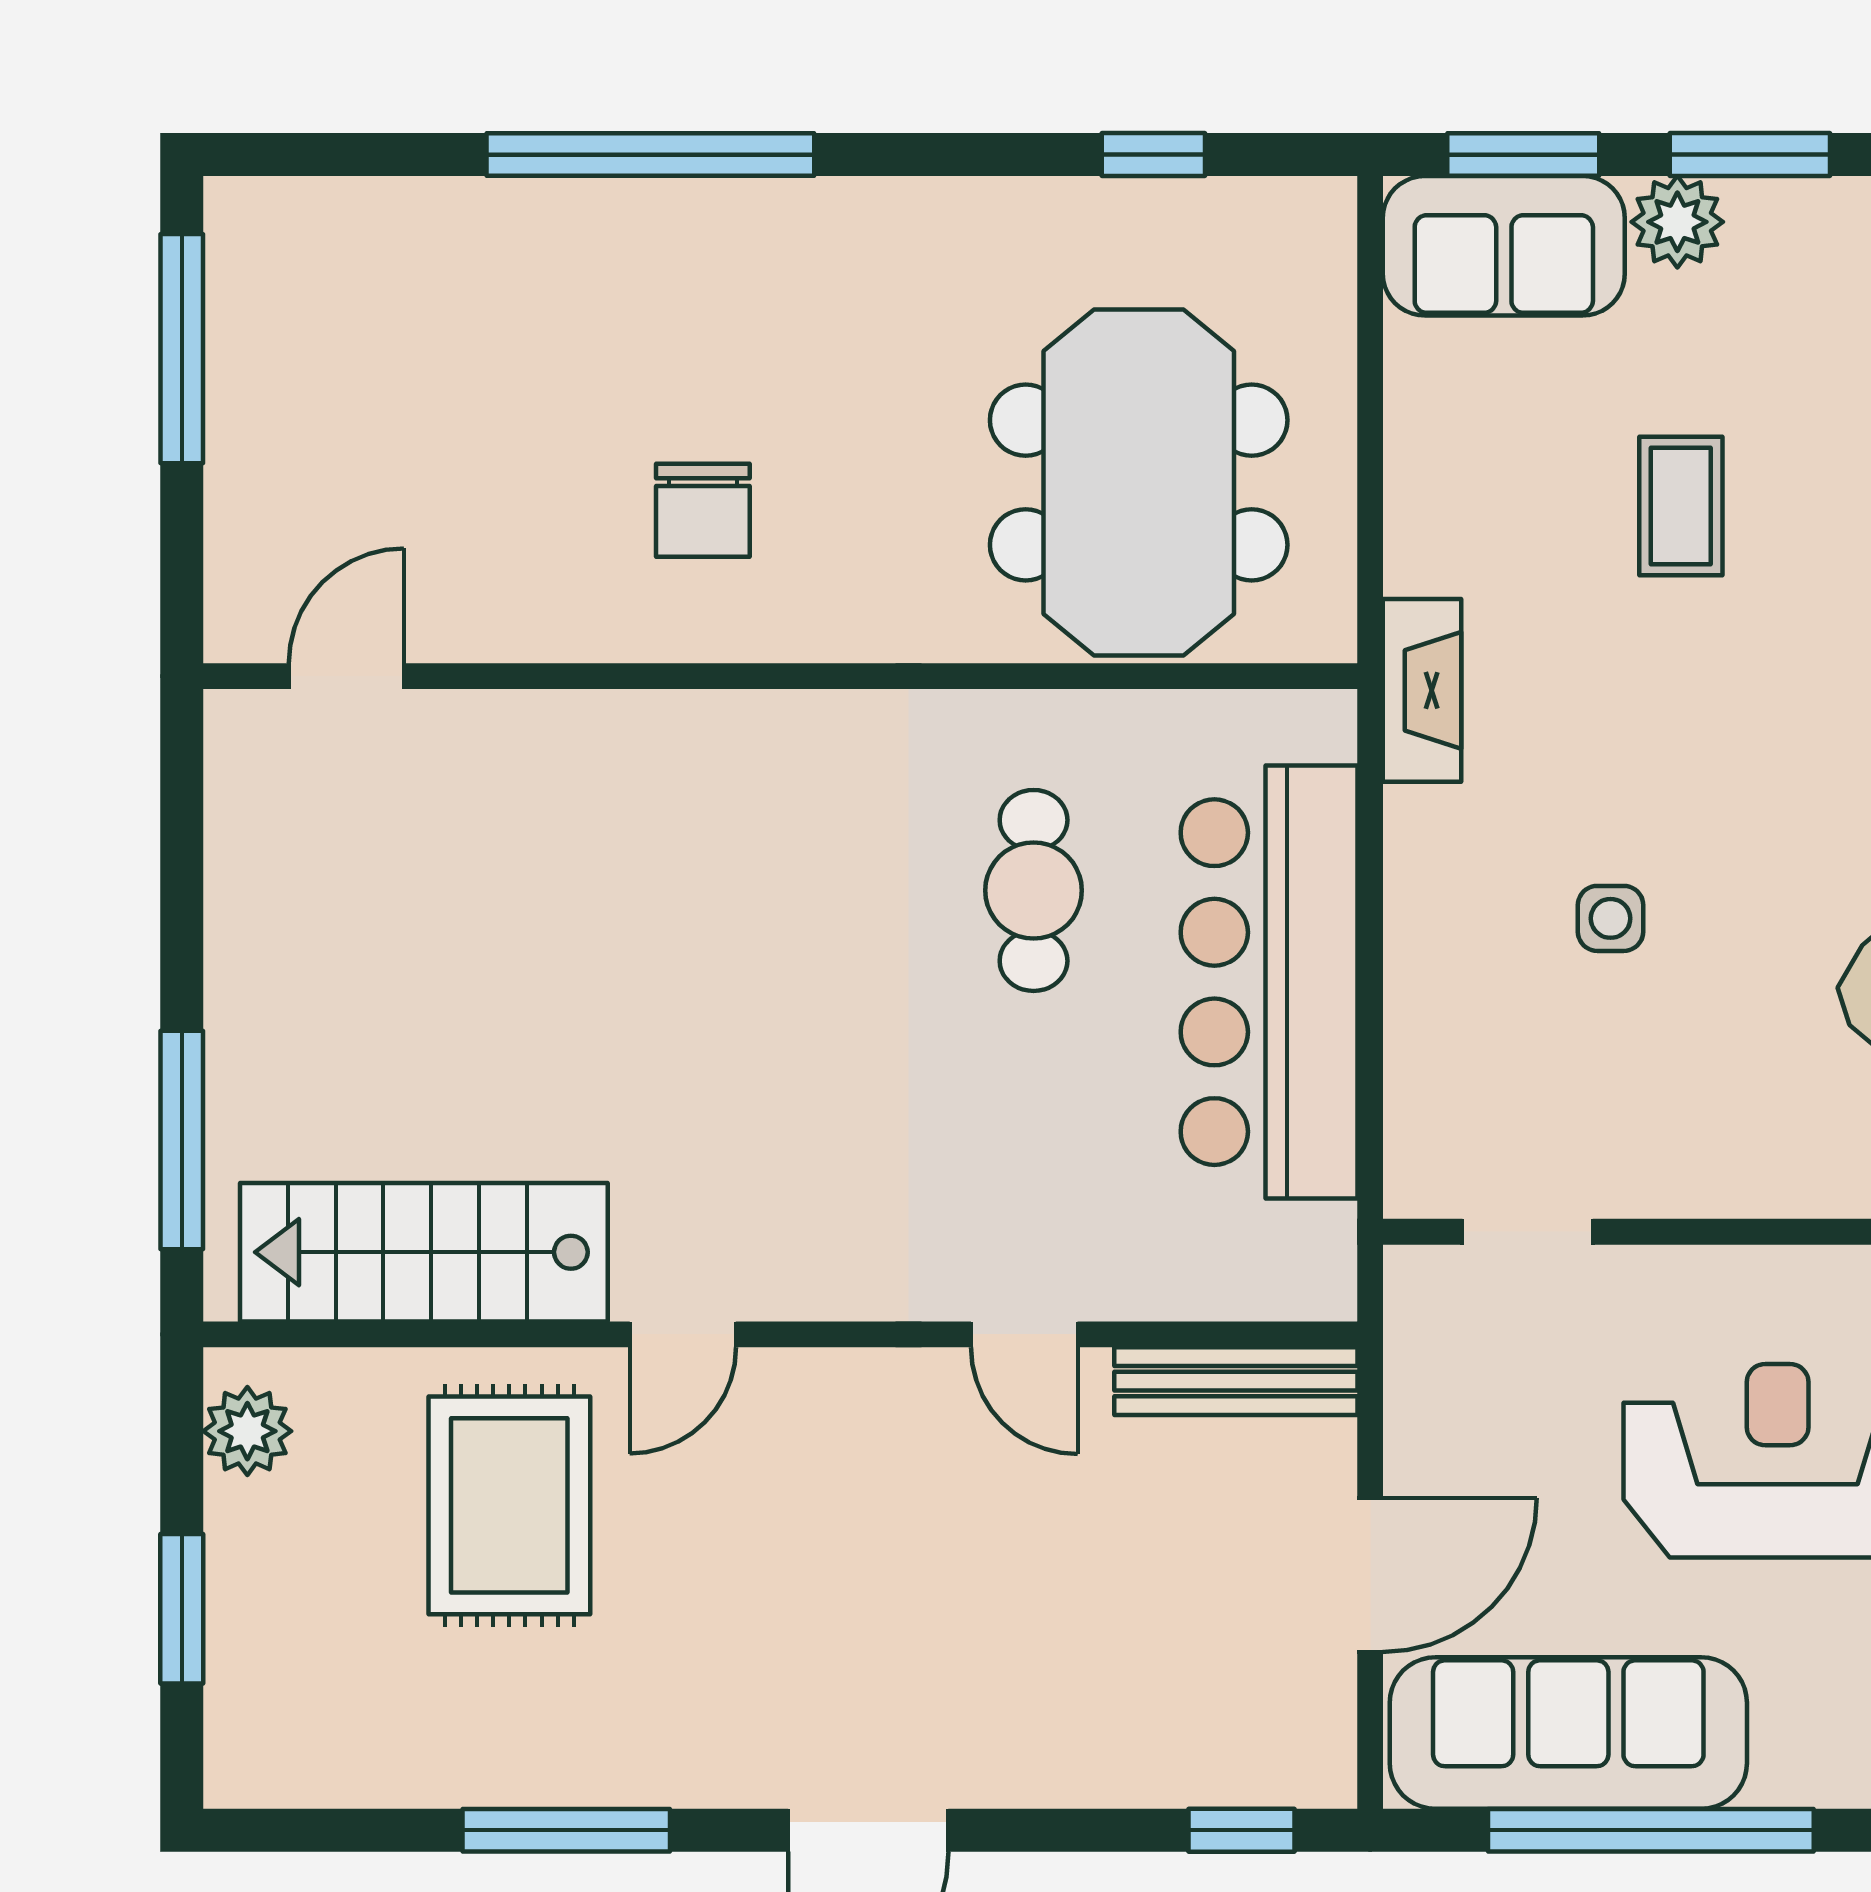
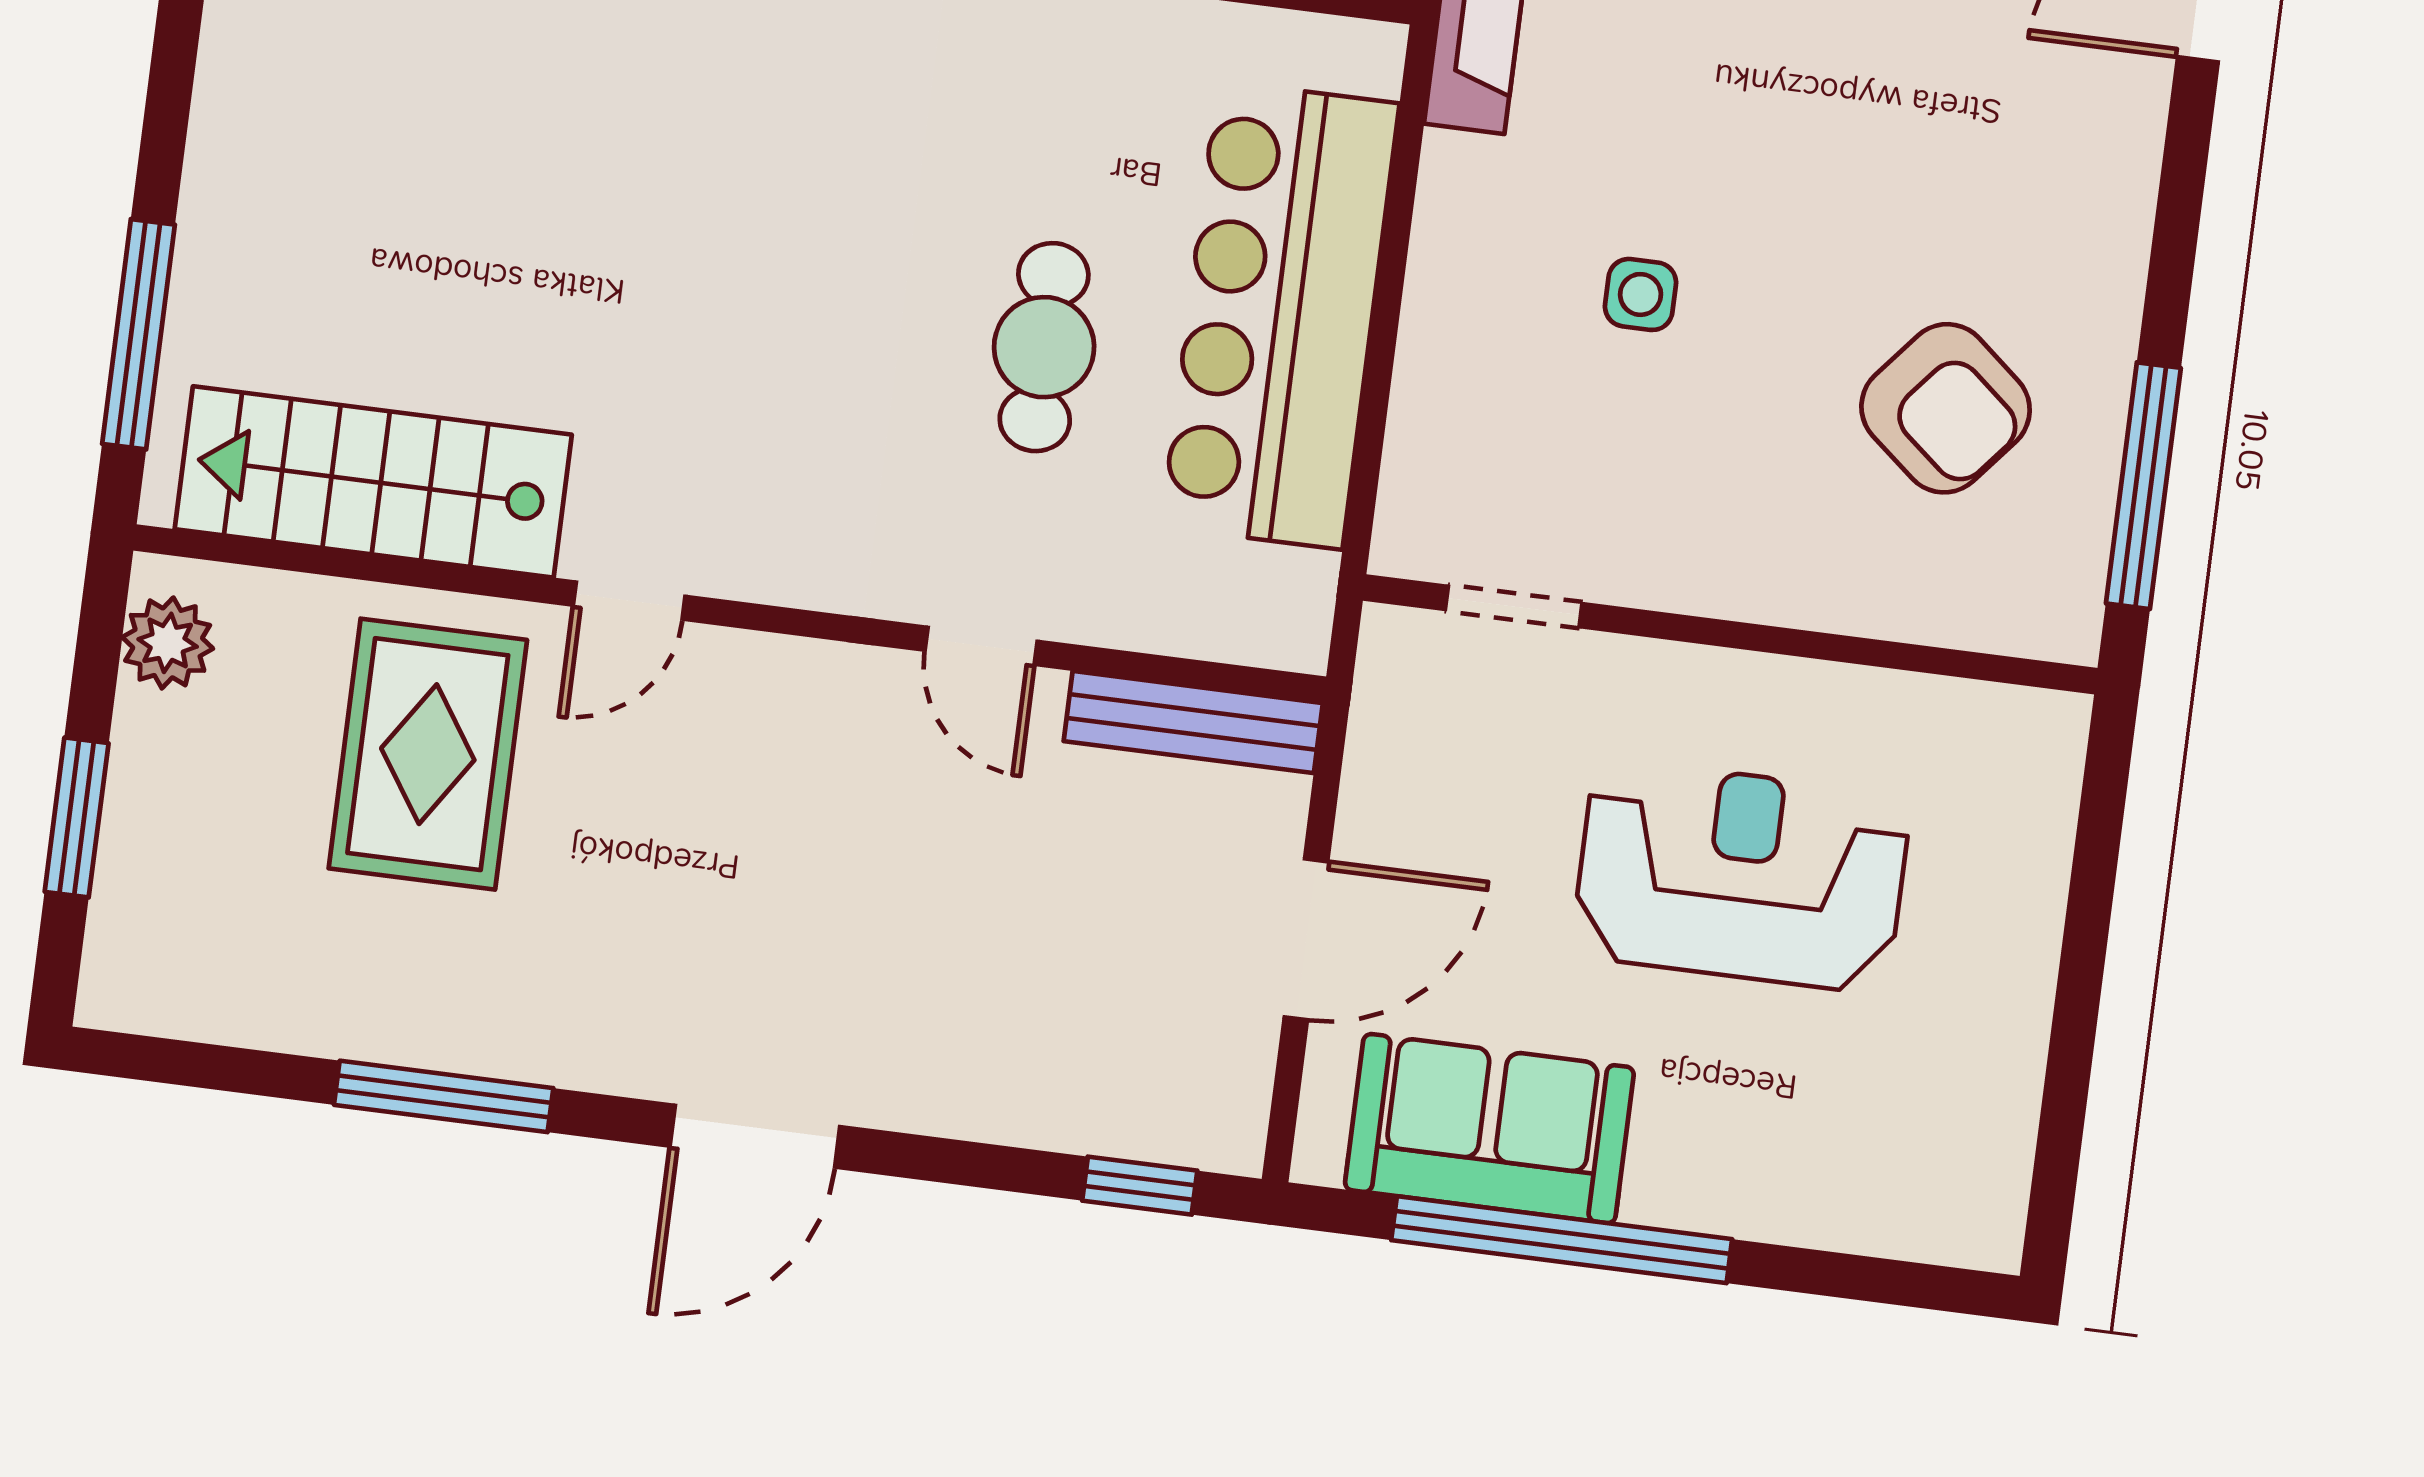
cafe table: (1034, 890) -> (1044, 347), moved
sofa: (1568, 1733) -> (1489, 1129), width x0.73

